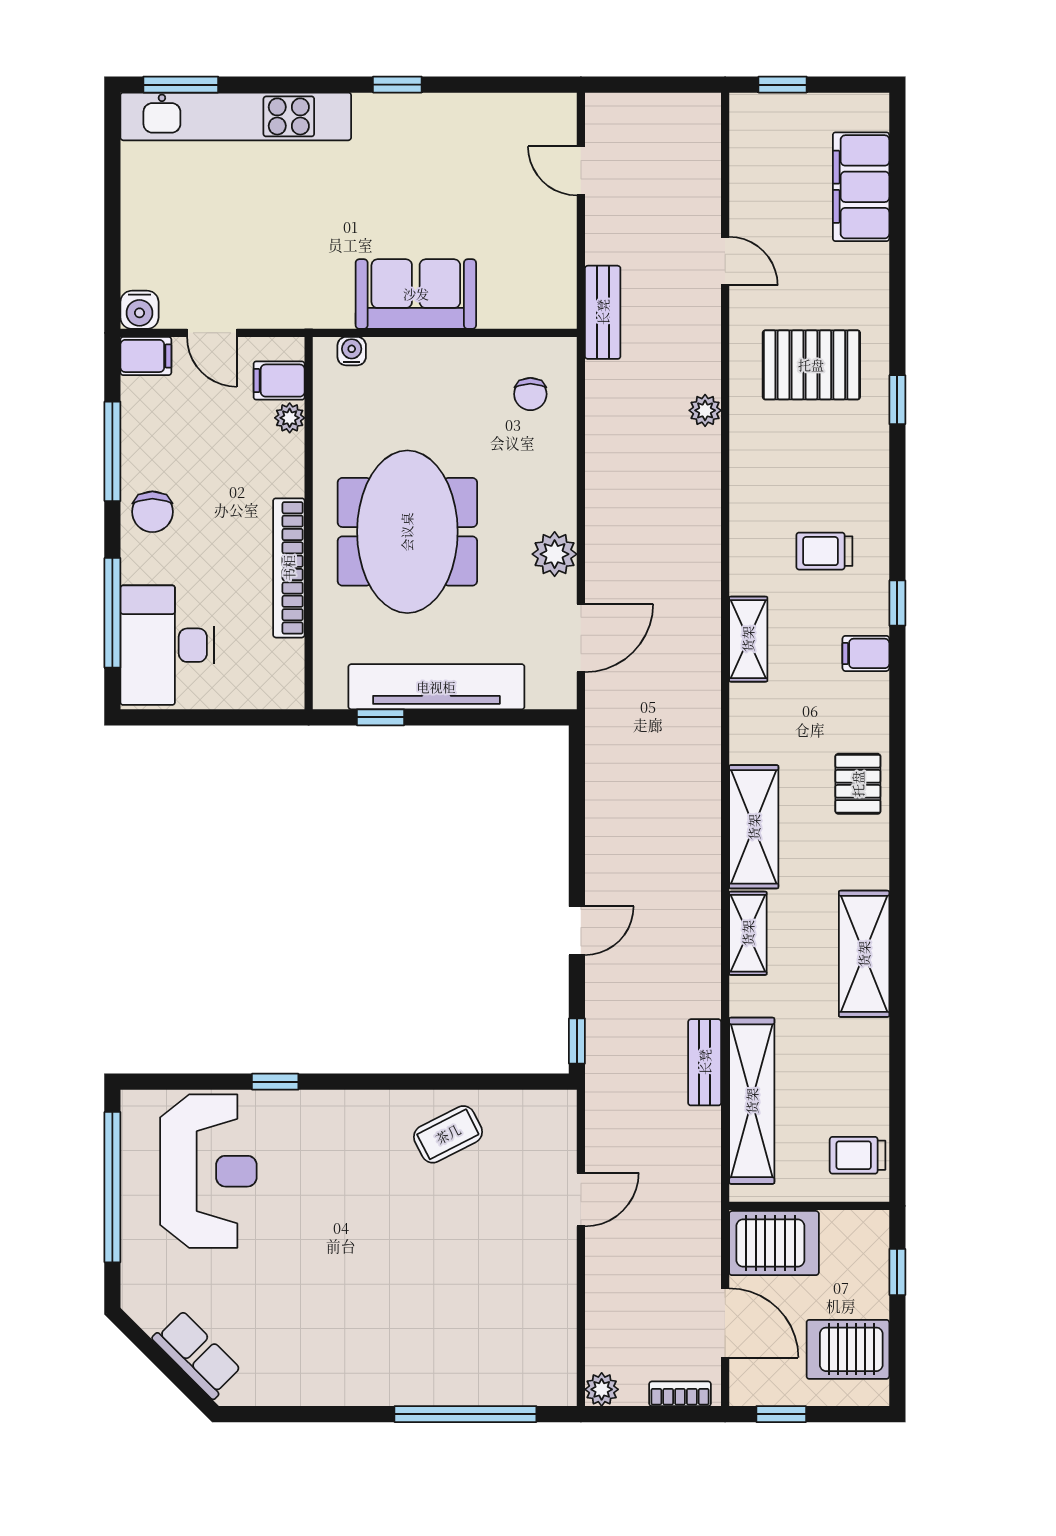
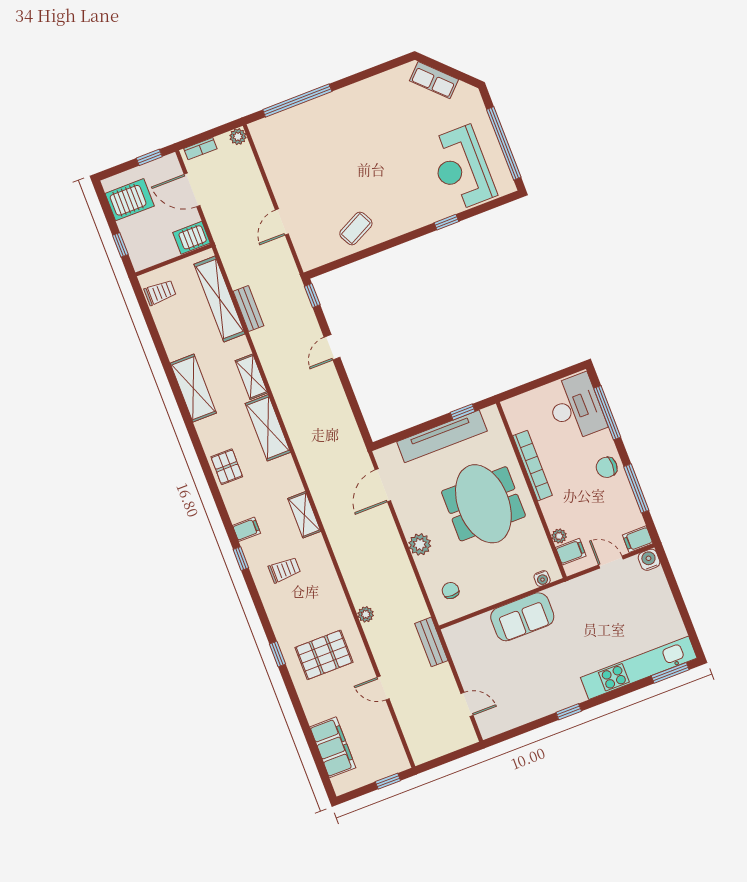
chair: (152, 512) -> (607, 467), turned -90
plant: (555, 554) -> (420, 544), moved
server rack: (774, 1243) -> (191, 238), width x0.73, depth x0.70

